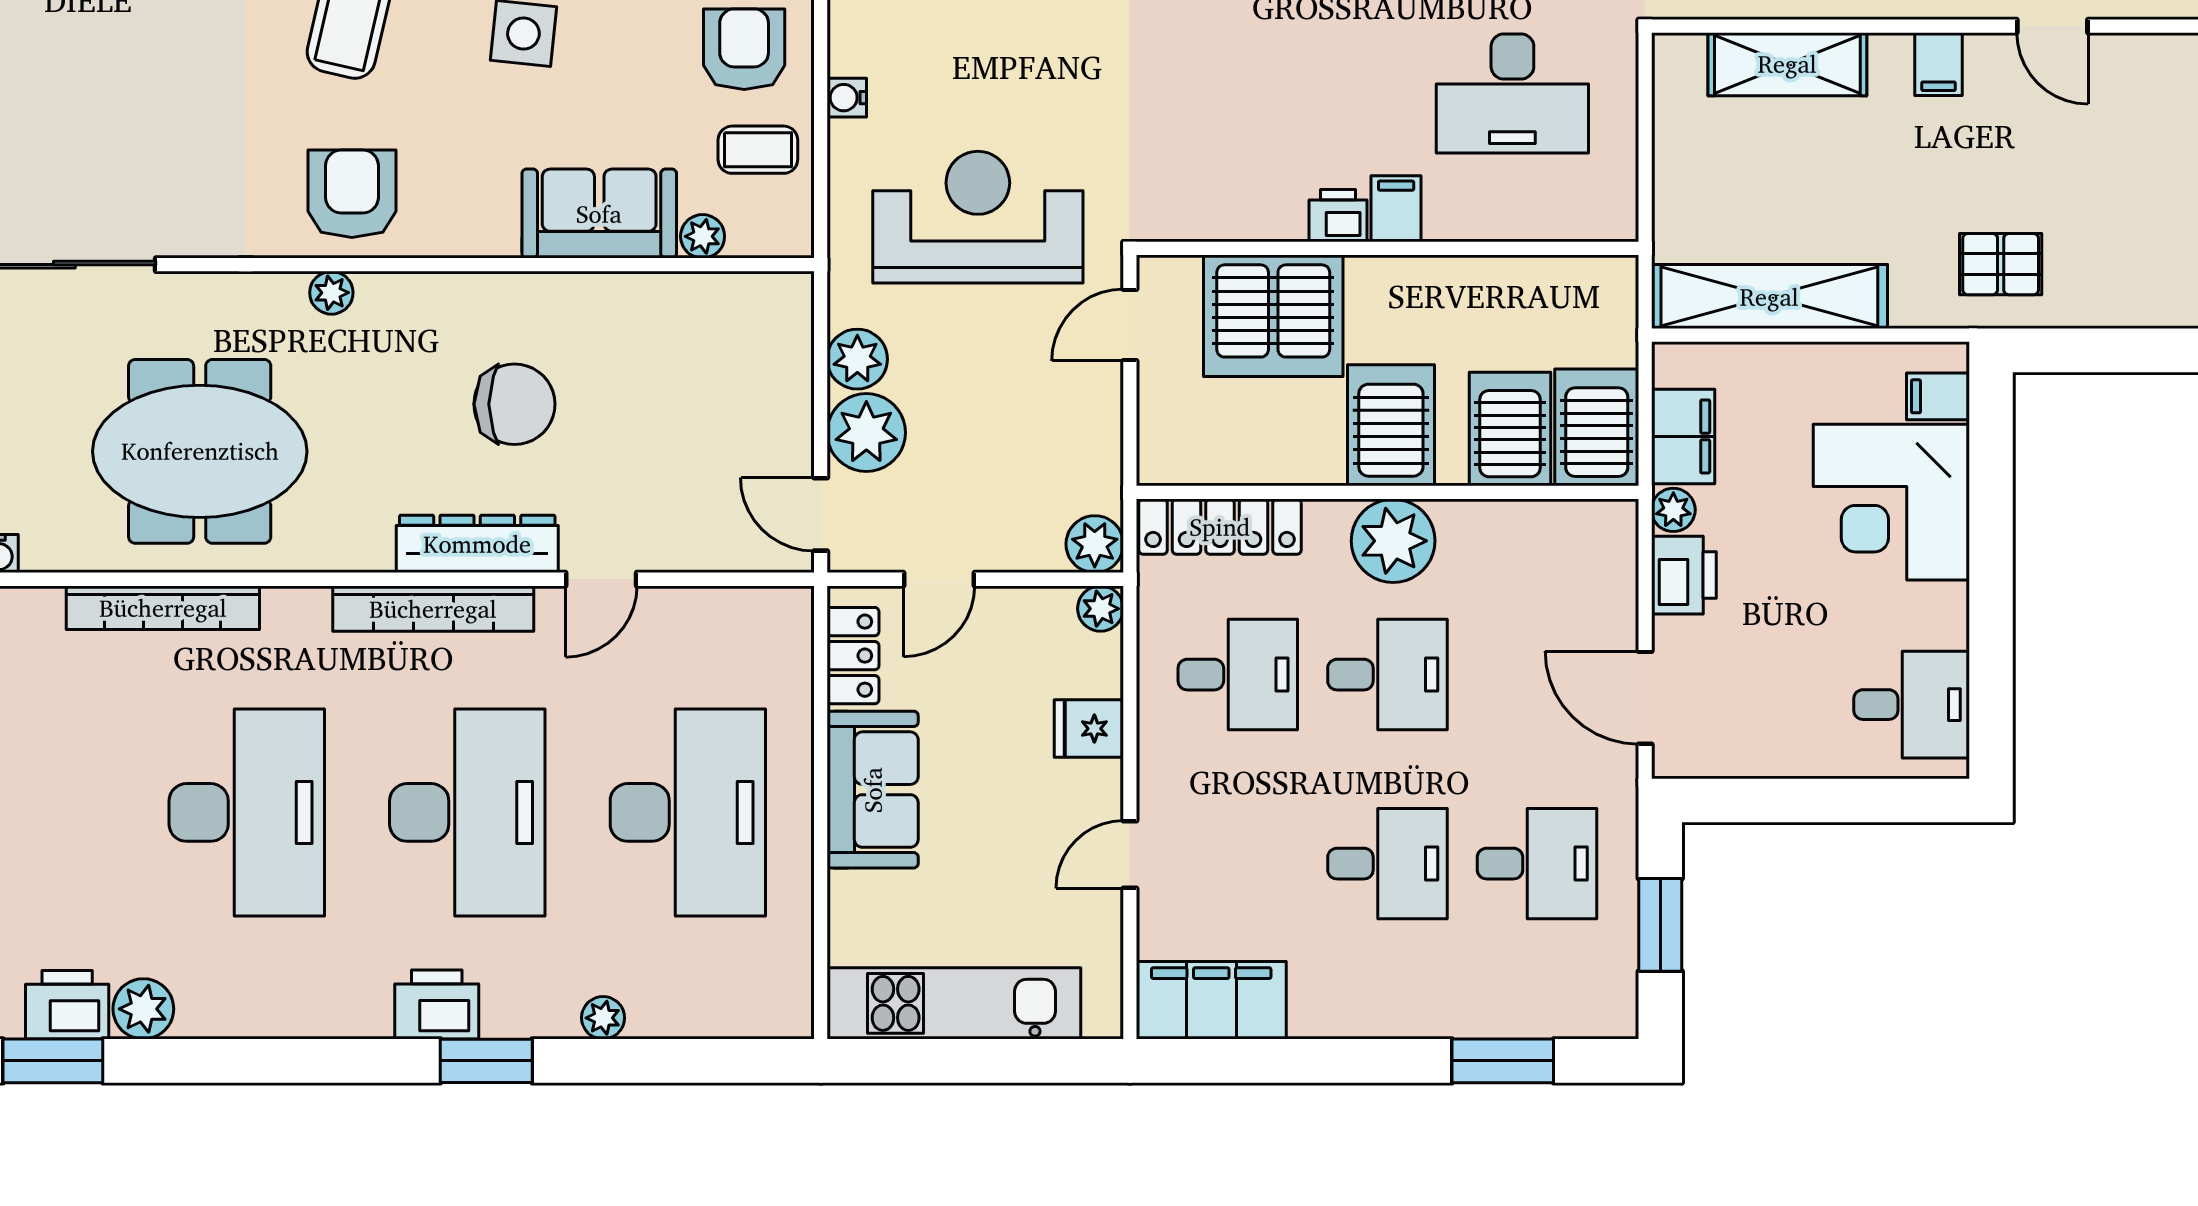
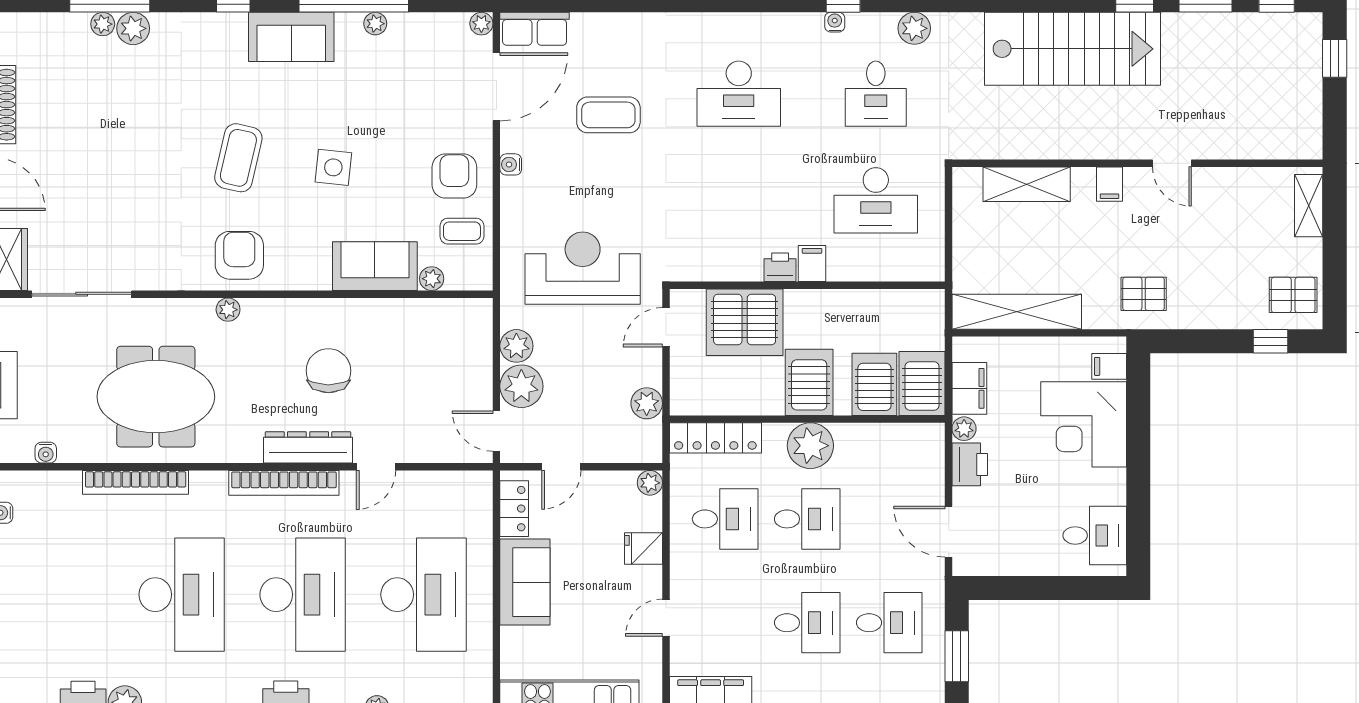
water cooler: (847, 98) -> (511, 164), moved
chair: (514, 404) -> (328, 371), turned -90
plant: (1095, 544) -> (647, 403), moved

